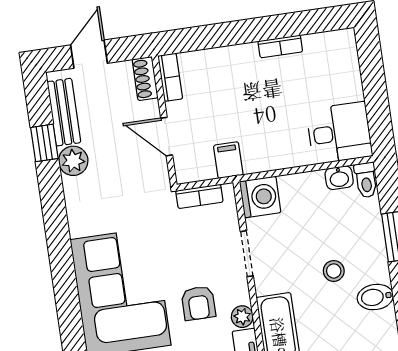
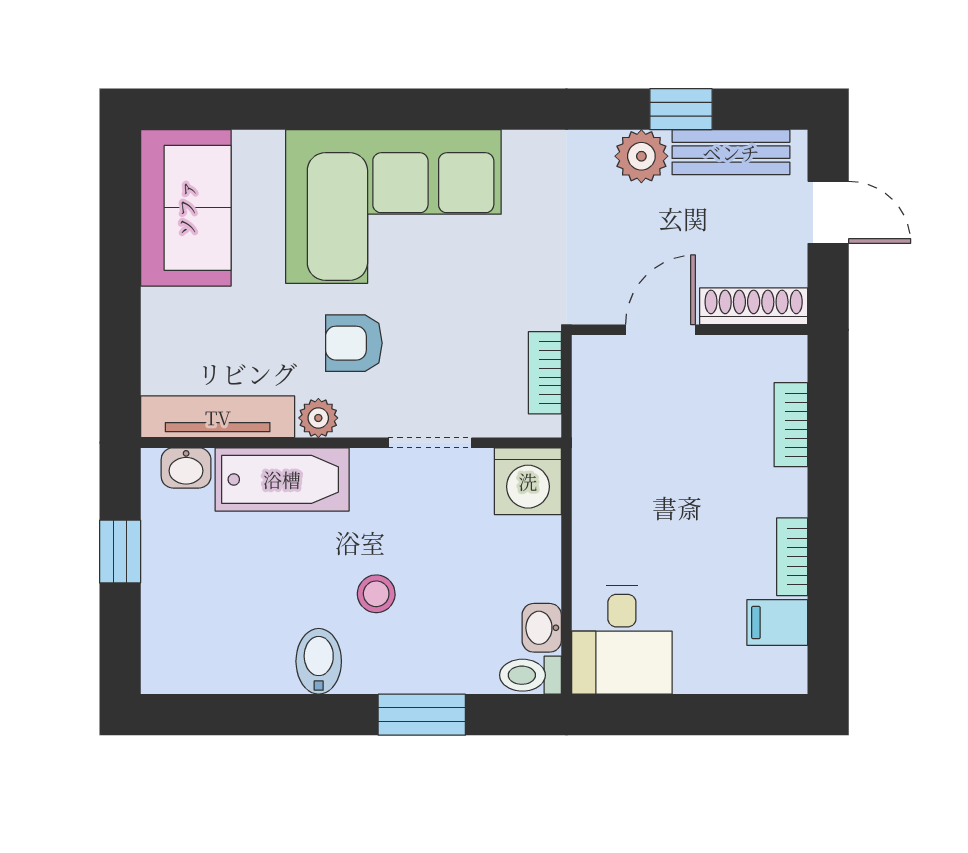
bookcase: (170, 77) -> (791, 425), moved, turned 90
shoe rack: (145, 79) -> (754, 306), width x1.43
filing cabinet: (228, 160) -> (777, 623), moved, turned 180

